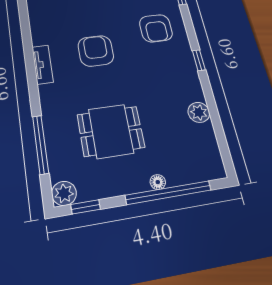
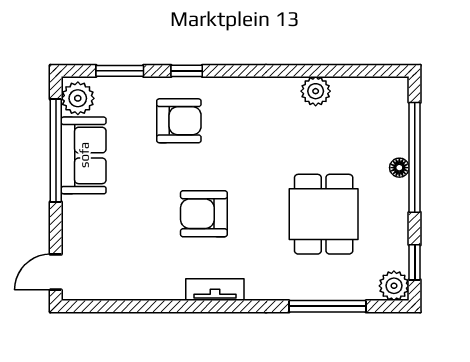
window: (199, 60) -> (187, 71), moved

